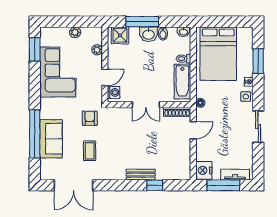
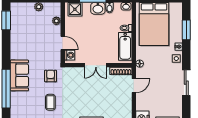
corner sofa: (58, 72) -> (25, 39), removed
door: (105, 77) -> (63, 43), hinge flipped
sofa: (51, 139) -> (19, 75), moved

